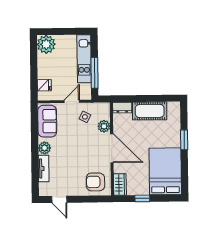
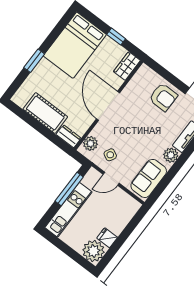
fridge: (44, 85) -> (107, 238), moved
plant: (104, 126) -> (90, 143), moved
armchair: (95, 182) -> (163, 97), moved

